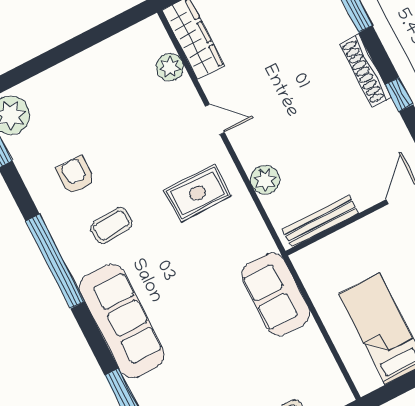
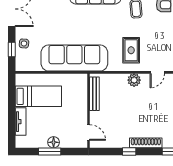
plant: (265, 180) -> (134, 80), moved
sofa: (276, 294) -> (74, 58), width x1.85, depth x1.27

